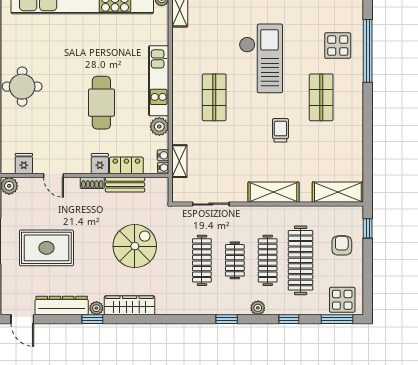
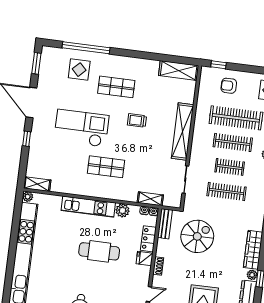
bench: (125, 185) -> (165, 224), moved
shelving: (274, 192) -> (182, 132), width x1.47
shelving: (338, 192) -> (179, 71), moved, turned 90
spiral stairs: (135, 246) -> (197, 236), moved, turned 90

